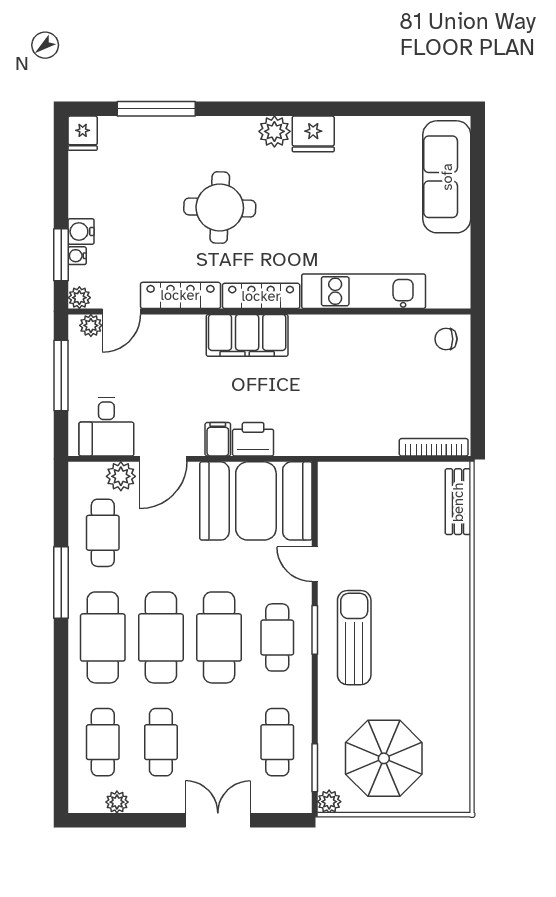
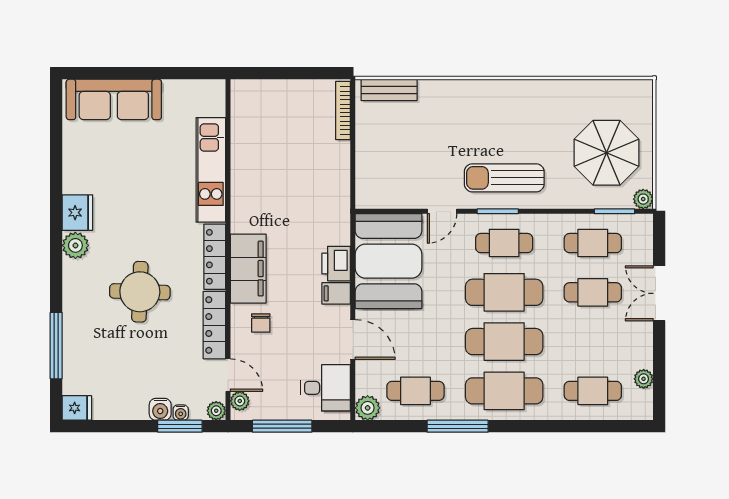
chair: (446, 339) -> (261, 323), moved
plant: (121, 476) -> (368, 408), moved
cafe table: (161, 742) -> (593, 292), moved

